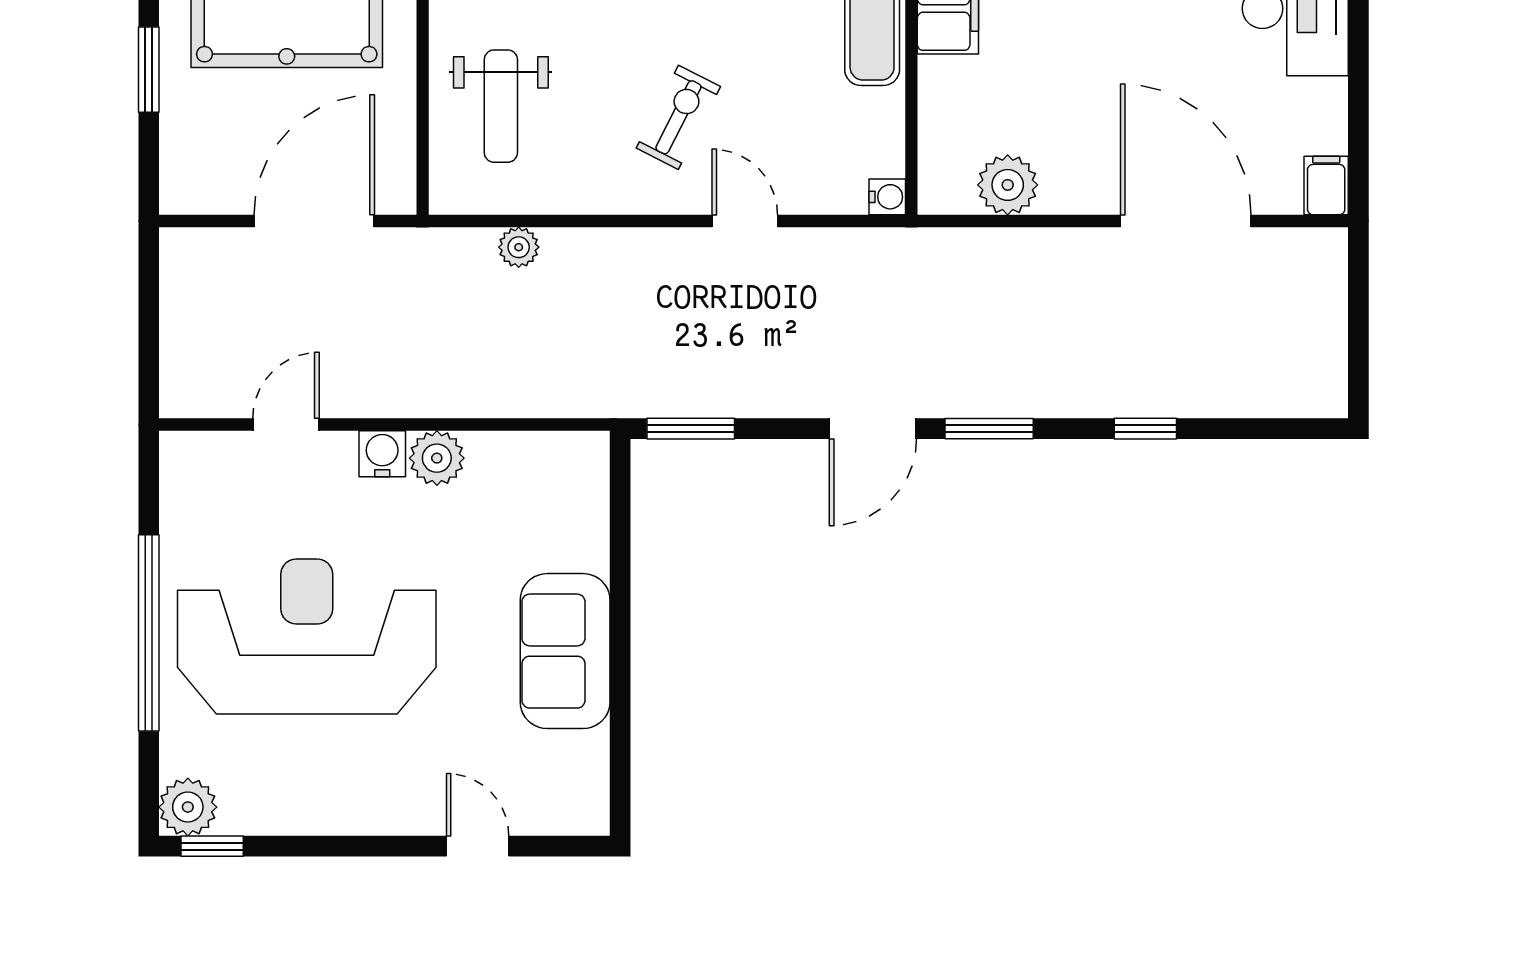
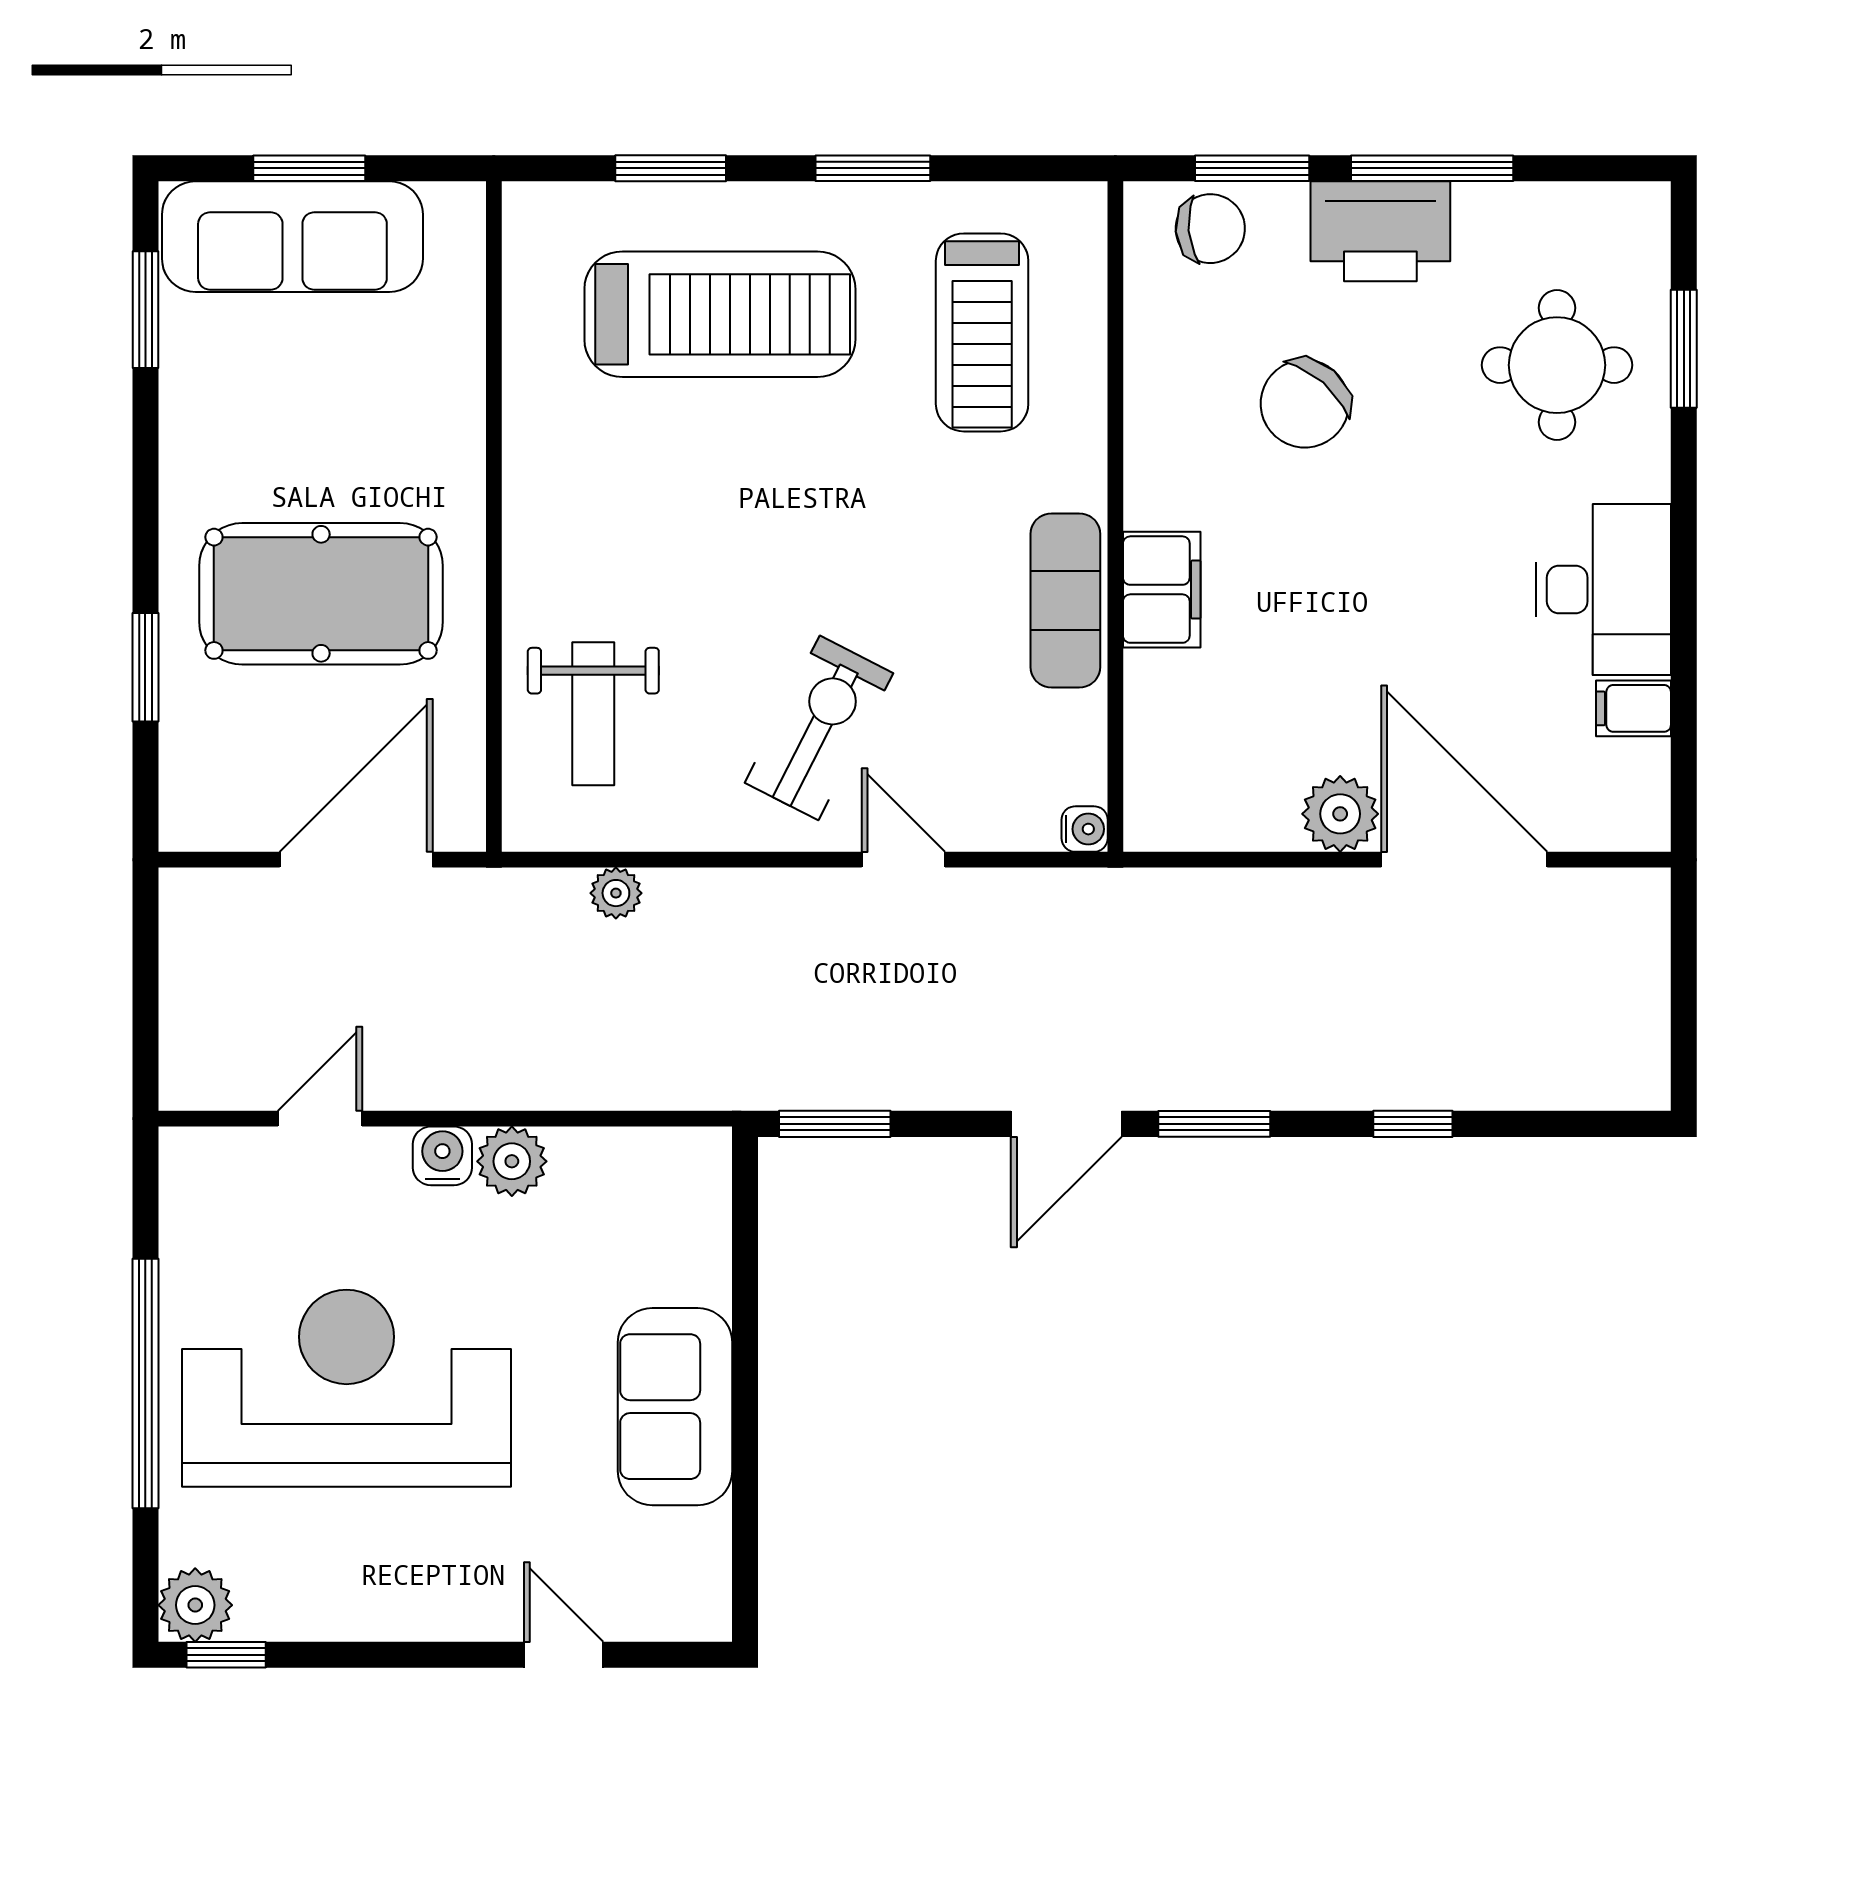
exercise bike: (678, 117) -> (819, 728), width x1.38, depth x1.39
plant: (1008, 185) -> (1340, 814), moved
filing cabinet: (1326, 185) -> (1633, 708), moved, turned -90

